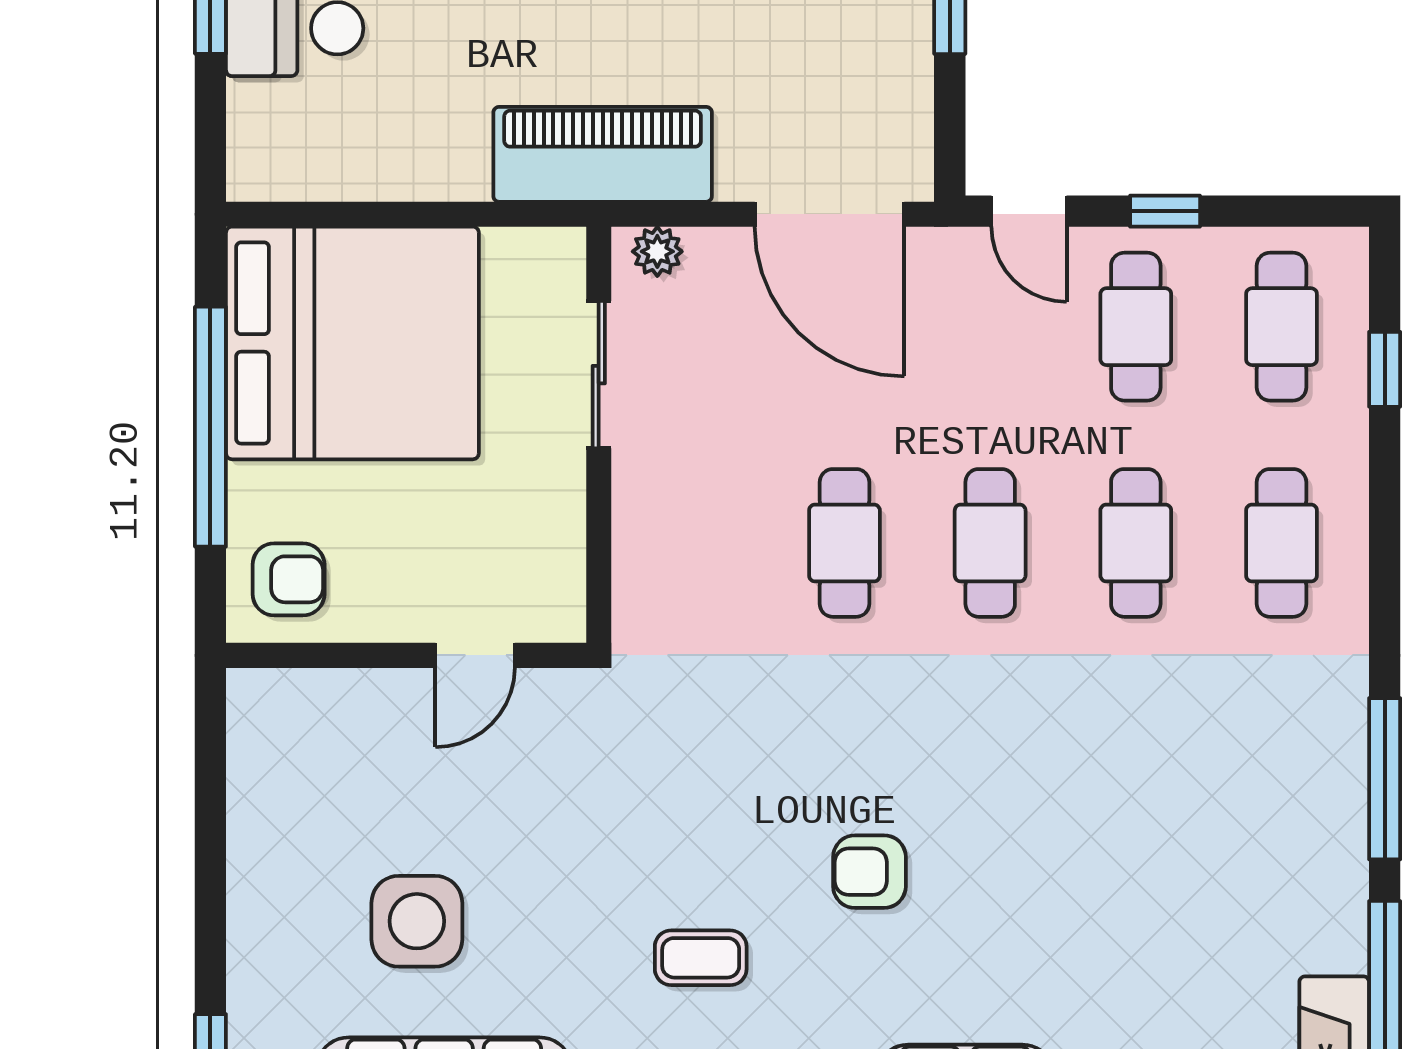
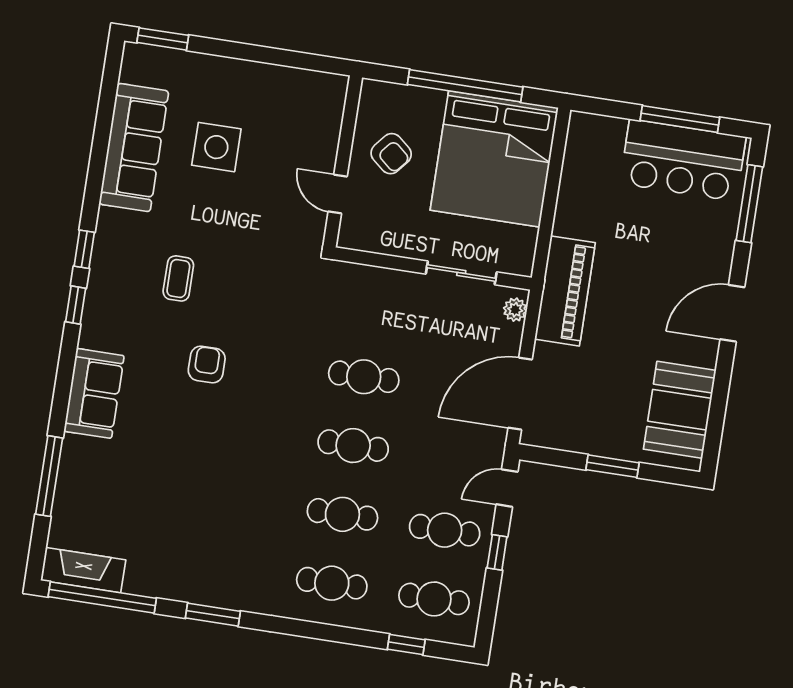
armchair: (289, 579) -> (391, 154), moved, turned -50
window: (1385, 779) -> (213, 615), width x0.69

